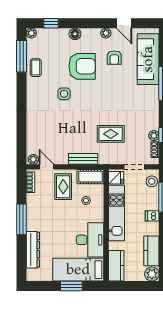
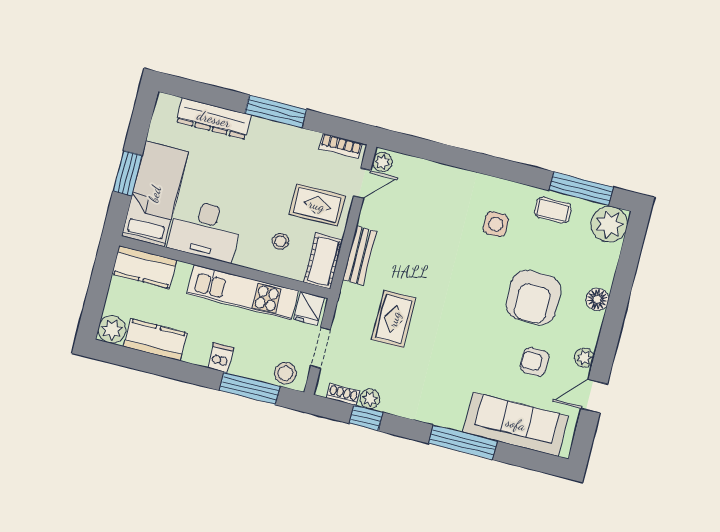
window: (51, 23) -> (629, 260), removed
plant: (31, 33) -> (609, 224), width x1.88, depth x1.88
side table: (64, 94) -> (496, 224), moved

